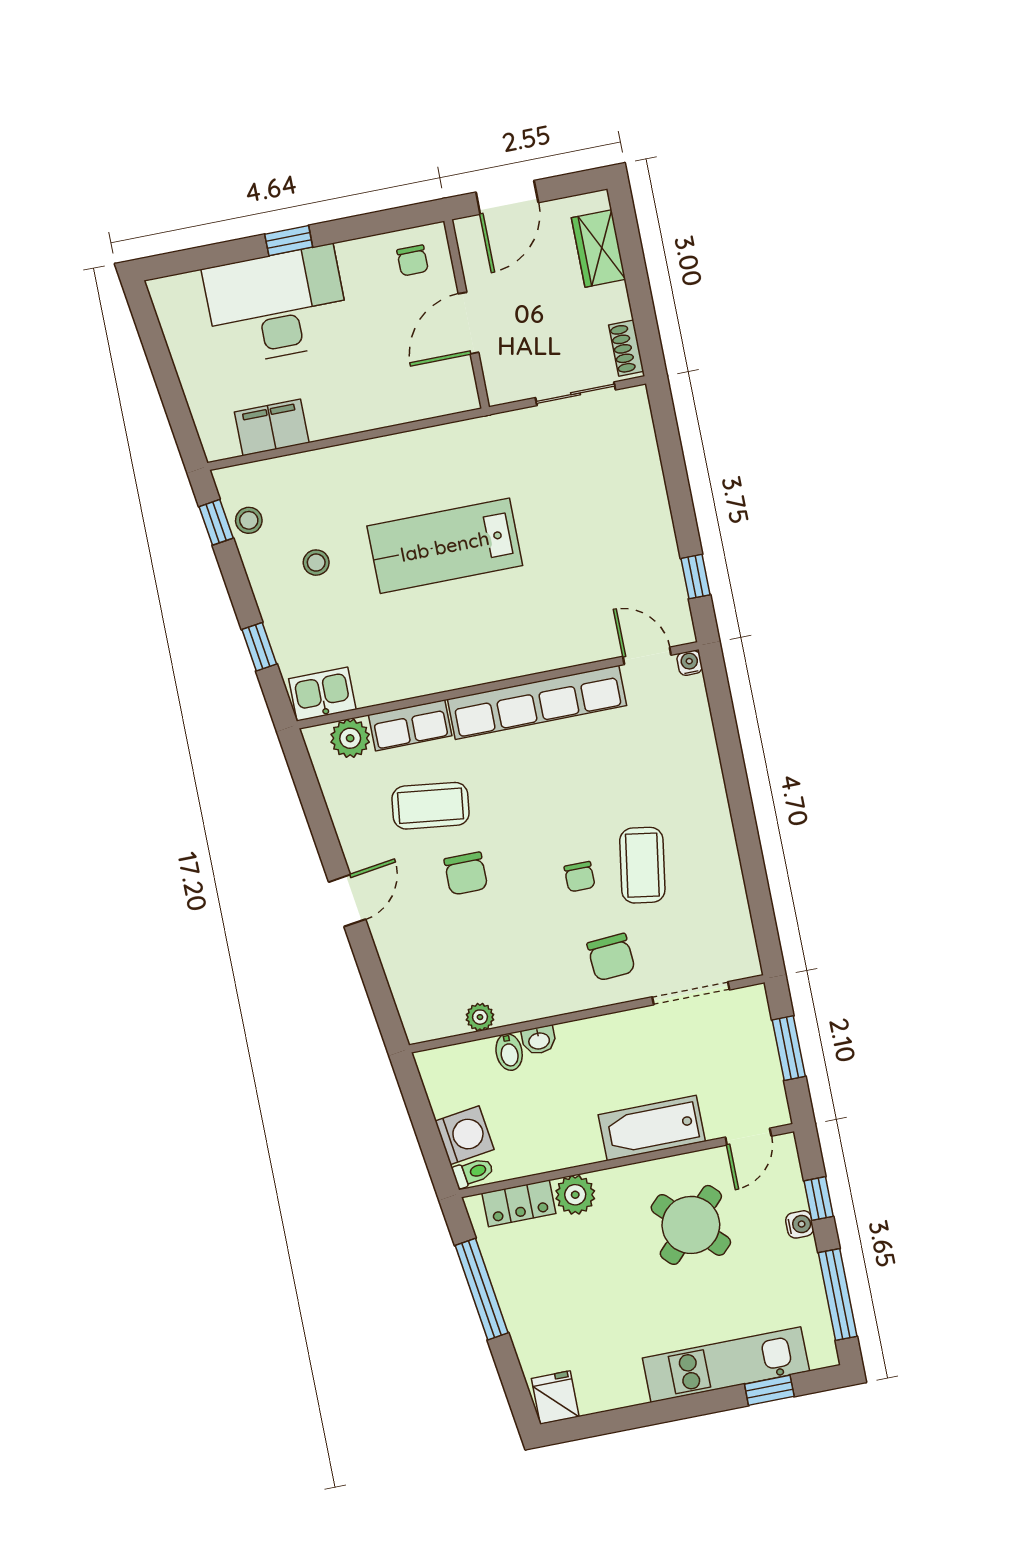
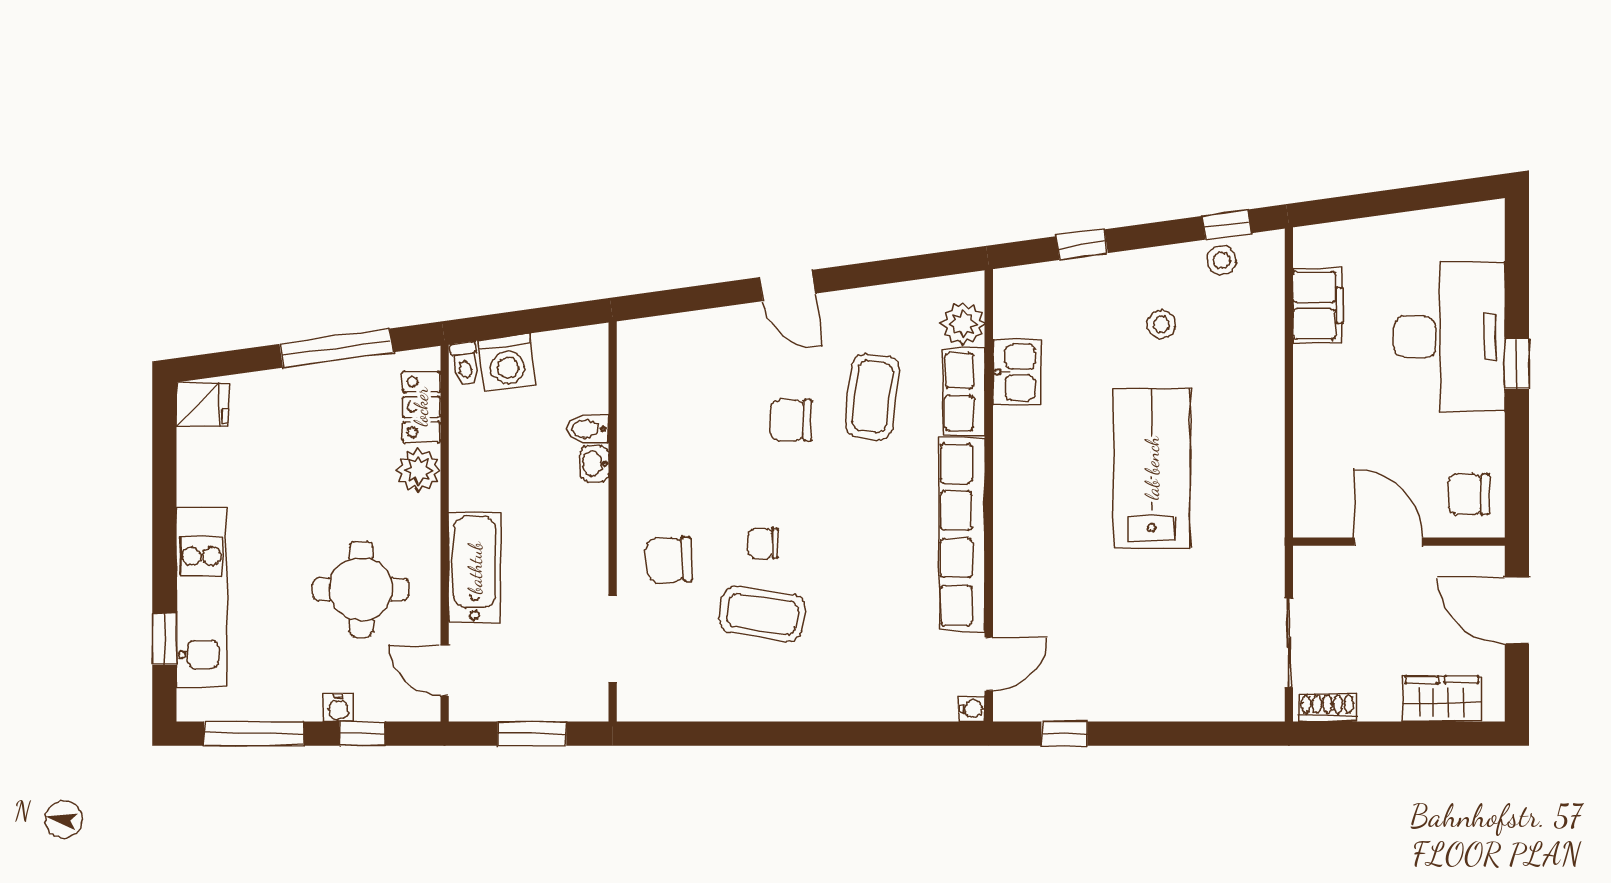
chair: (413, 260) -> (1469, 494), width x1.37, depth x1.37
kitchen sink: (322, 694) -> (1017, 372), moved
plant: (480, 1017) -> (632, 405), removed
round table: (691, 1225) -> (361, 589), turned 45

